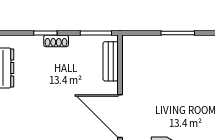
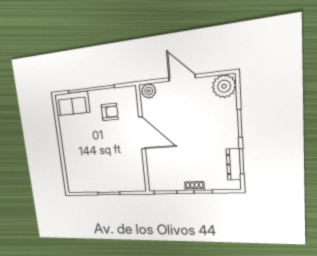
bench: (111, 61) -> (153, 172), removed

